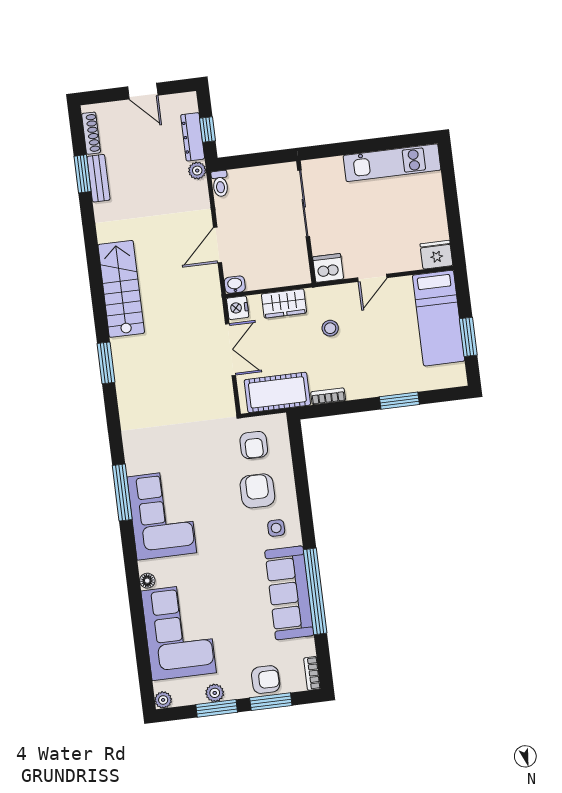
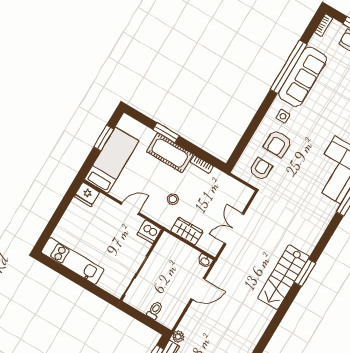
toilet: (220, 184) -> (155, 310), moved
stairs: (121, 289) -> (283, 277), moved
nightstand: (238, 308) -> (213, 248), removed
cot: (277, 392) -> (170, 153), moved

